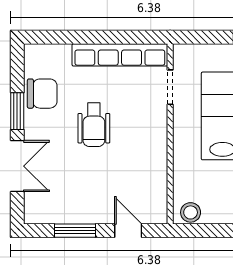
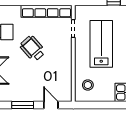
wheelchair: (94, 125) -> (33, 49), turned 138
stool: (191, 212) -> (88, 85), moved

